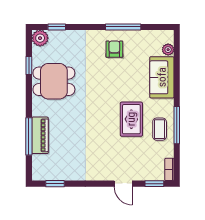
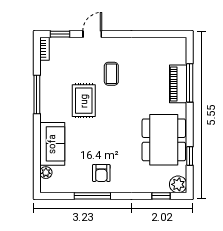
dining table: (54, 81) -> (164, 140), width x1.38
coffee table: (160, 129) -> (111, 74), moved
window: (55, 184) -> (163, 34), removed
door: (123, 184) -> (92, 34), hinge flipped

